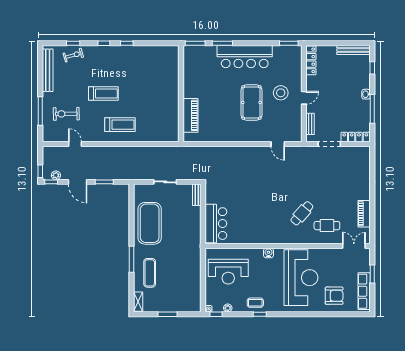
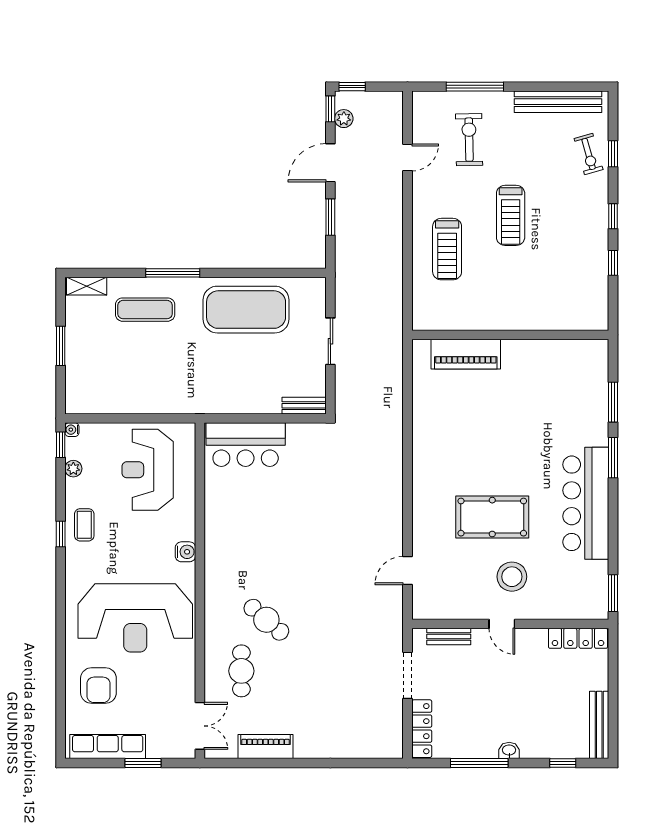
wall: (181, 94) -> (510, 335), moved
piano: (190, 115) -> (466, 354), moved

